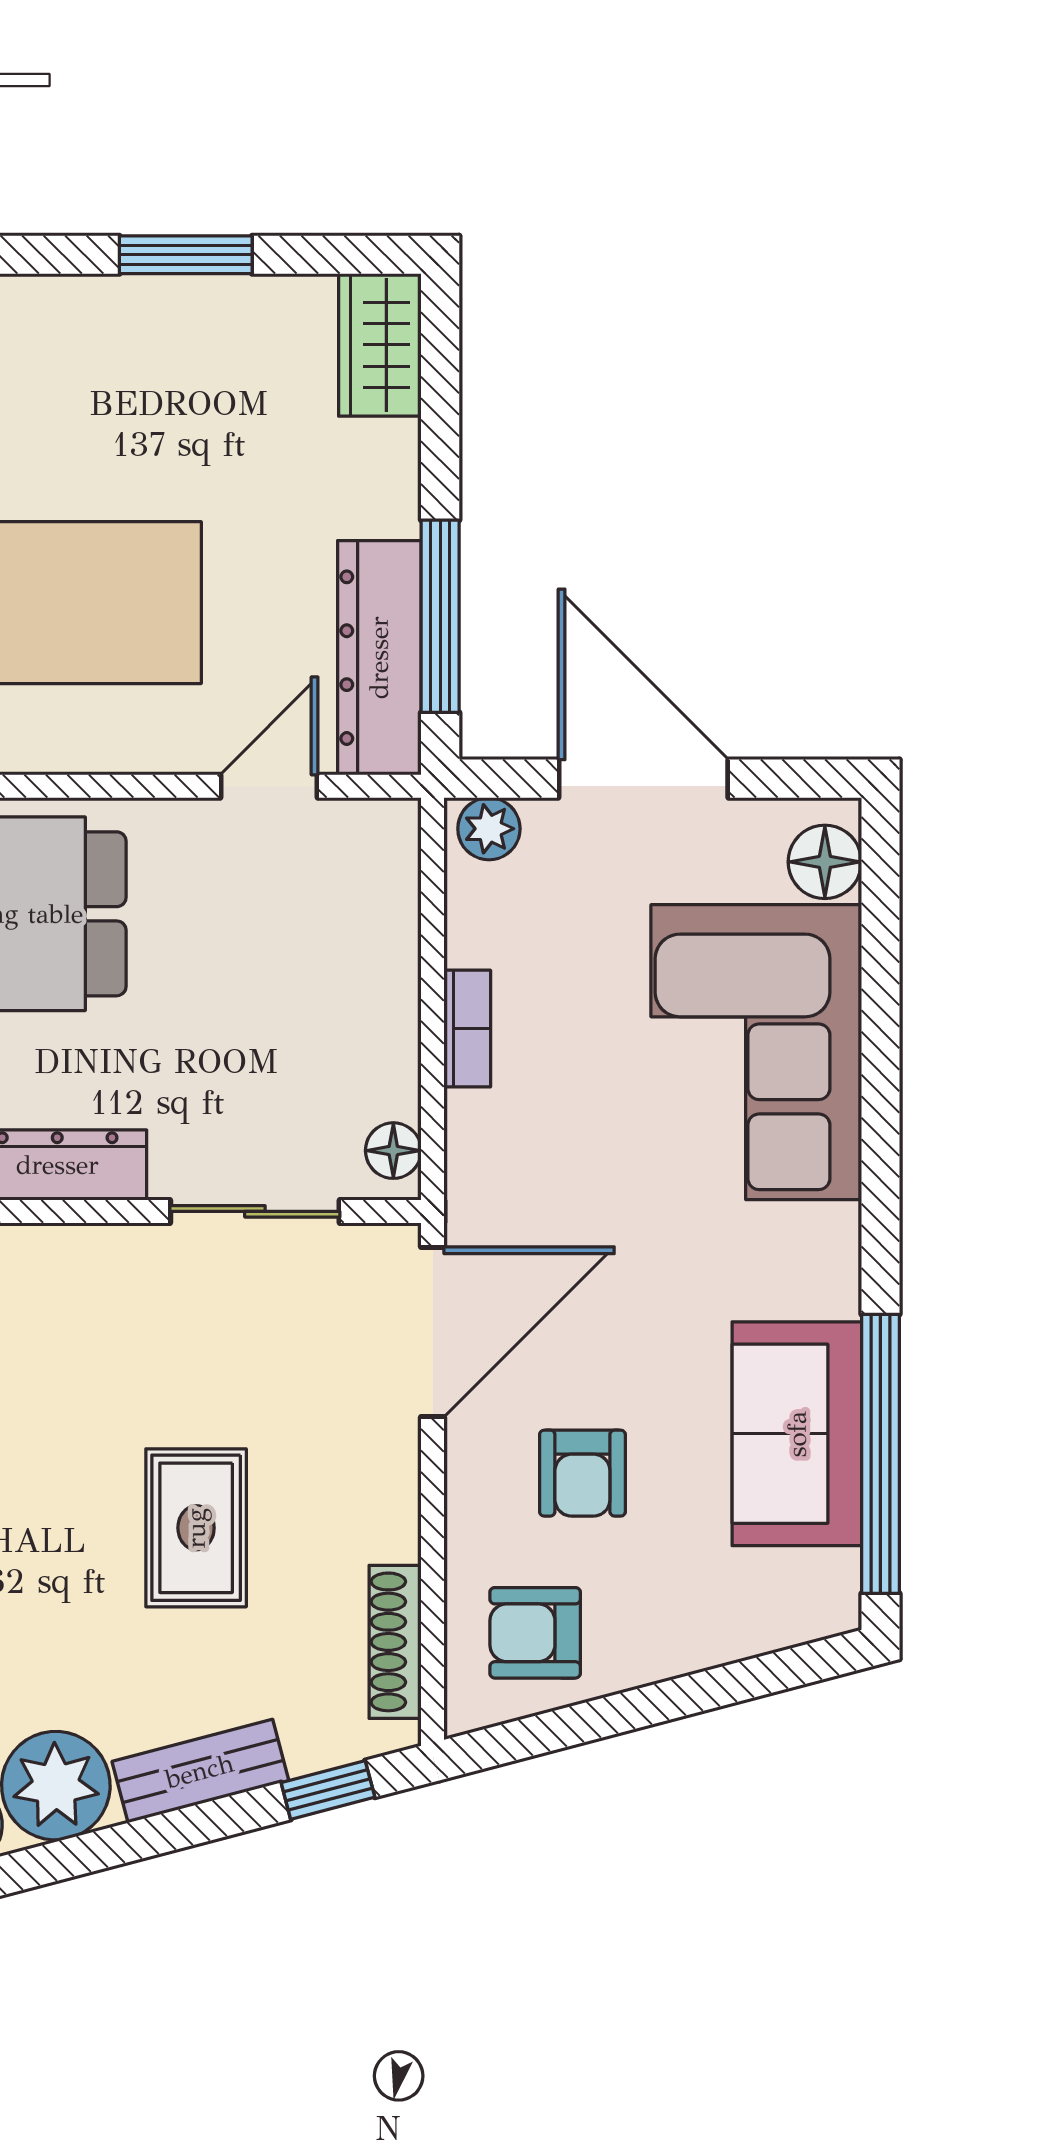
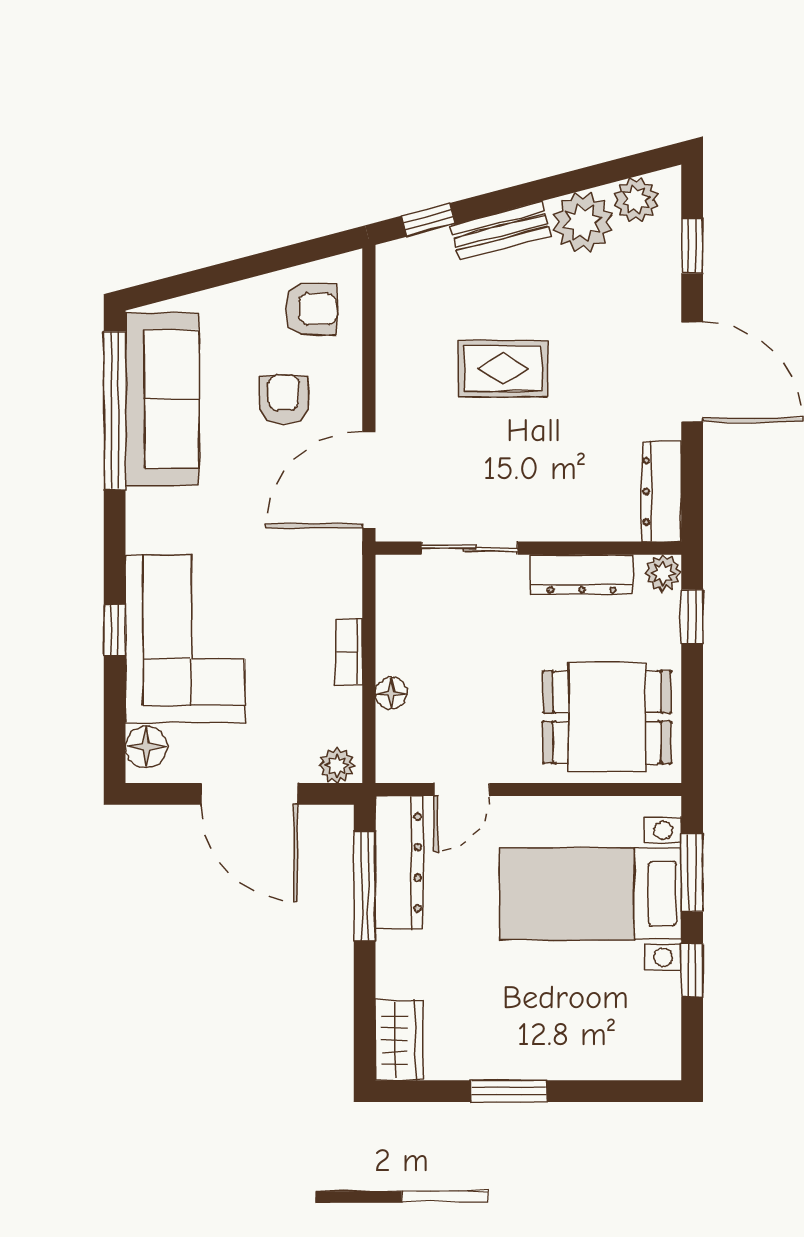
window: (880, 1068) -> (115, 630), added
floor lamp: (393, 1151) -> (391, 693), moved
sofa: (797, 1434) -> (162, 399), width x1.36
rug: (196, 1528) -> (503, 369), turned 90
shoe rack: (395, 1642) -> (390, 304), removed

